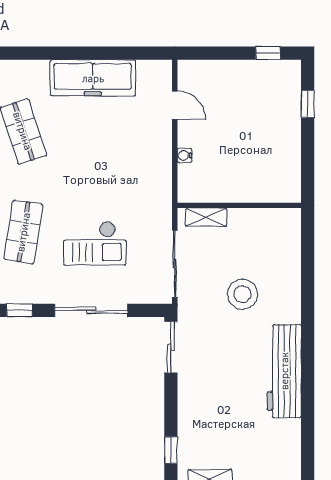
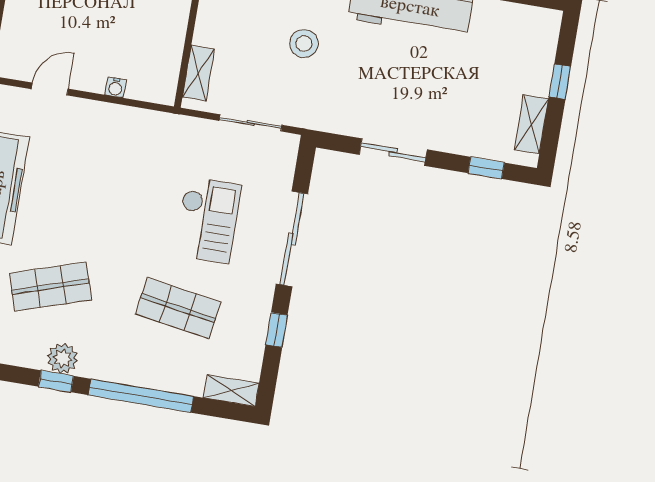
sliding door: (175, 264) -> (251, 123), width x0.73
stool: (242, 294) -> (304, 44), width x0.73, depth x0.73
sliding door: (171, 347) -> (393, 152), moved

